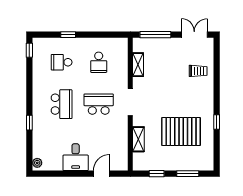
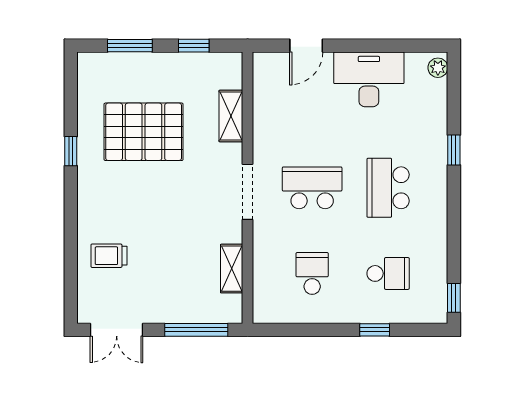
school desk: (99, 104) -> (312, 188), turned 180
desk: (76, 157) -> (369, 79), width x1.37

